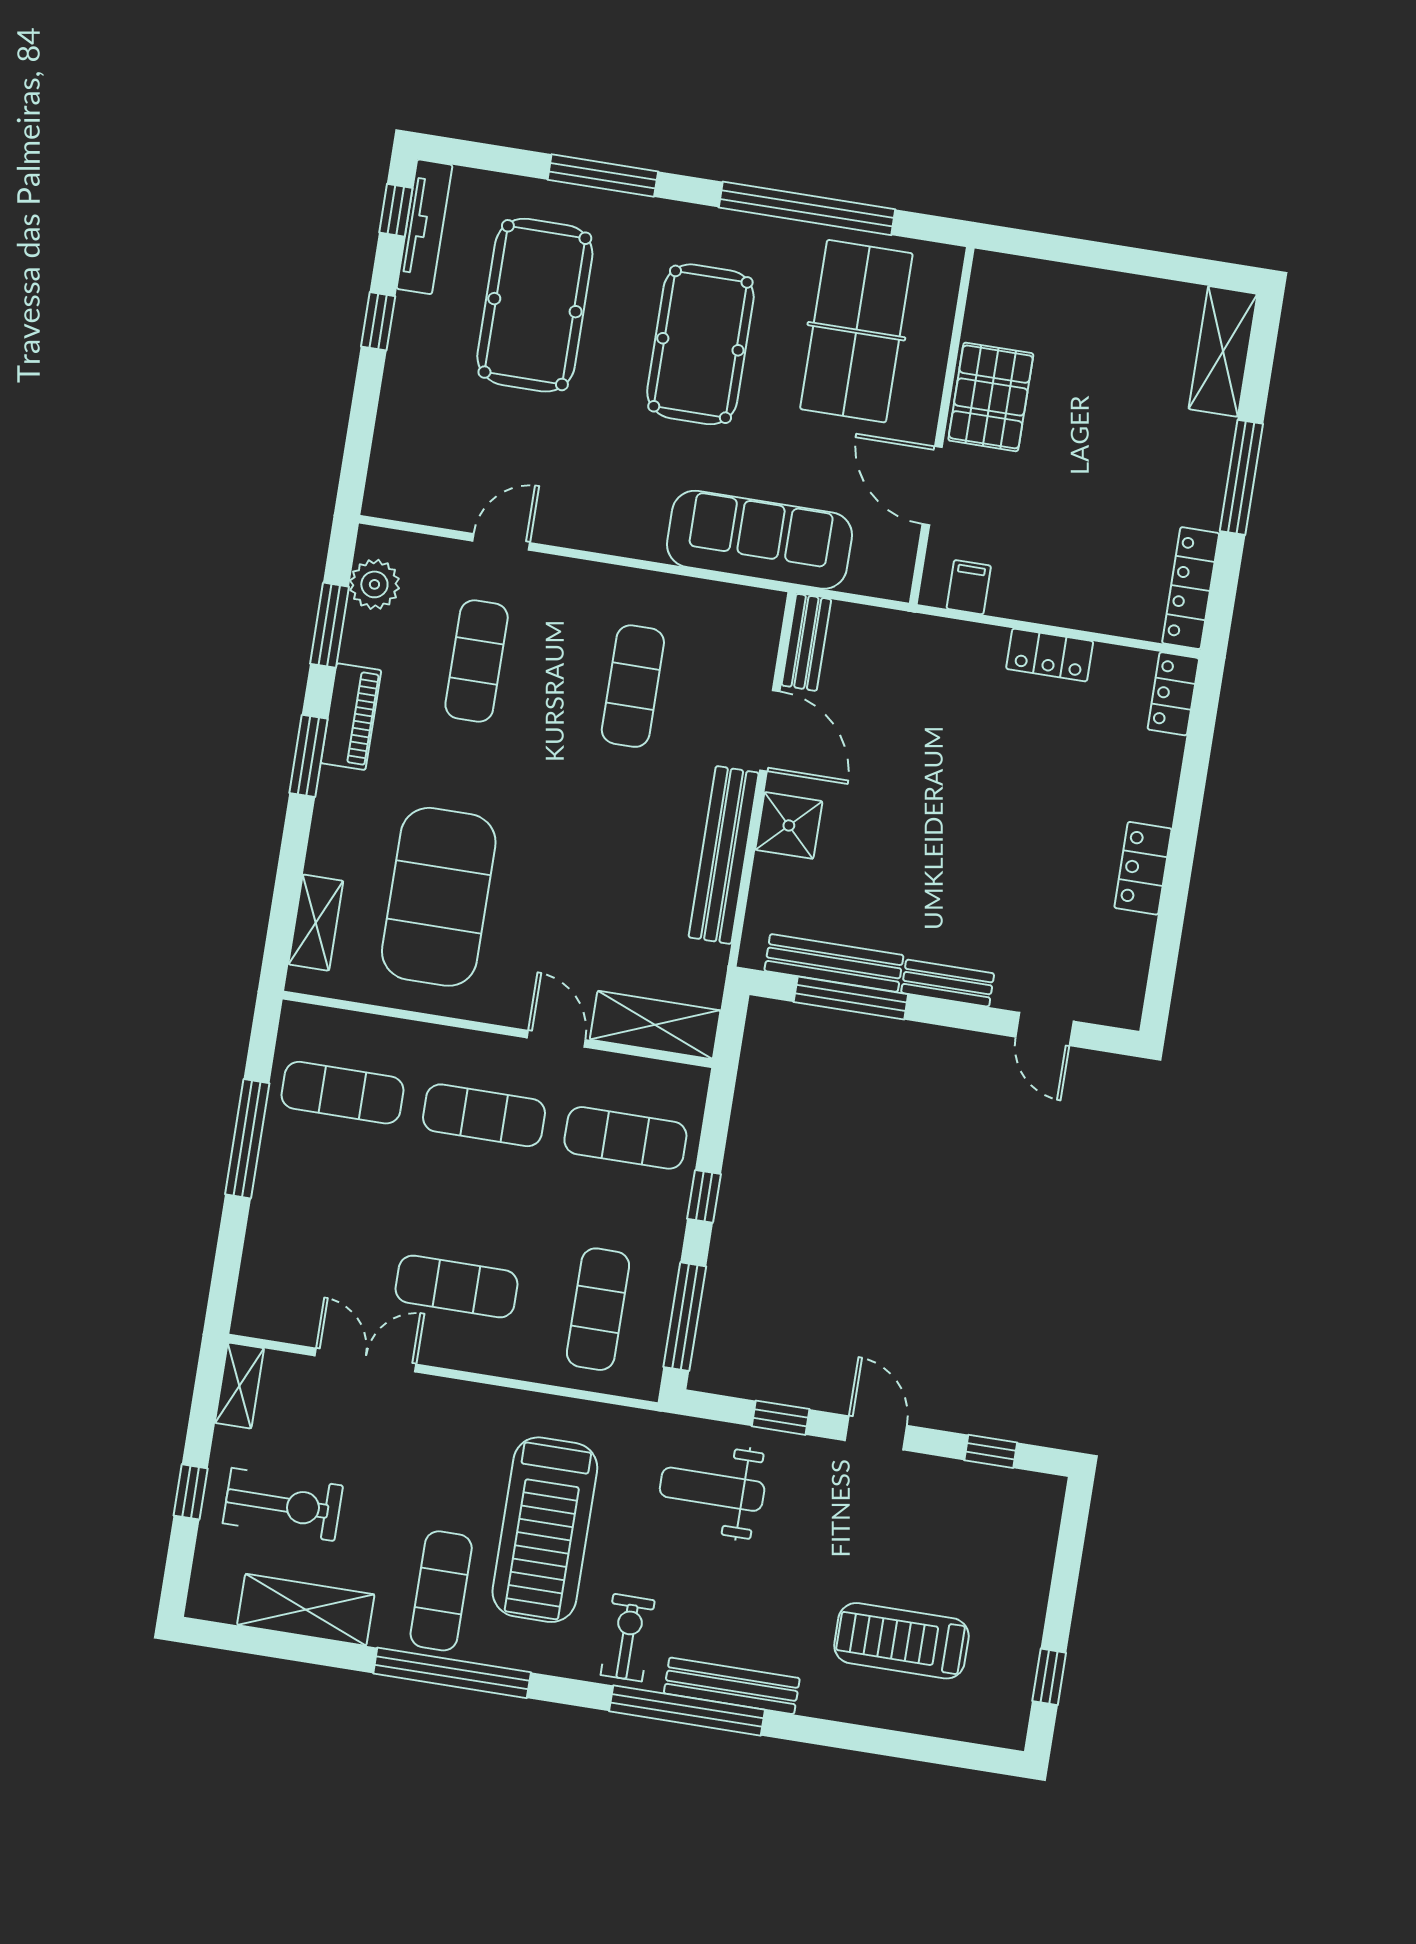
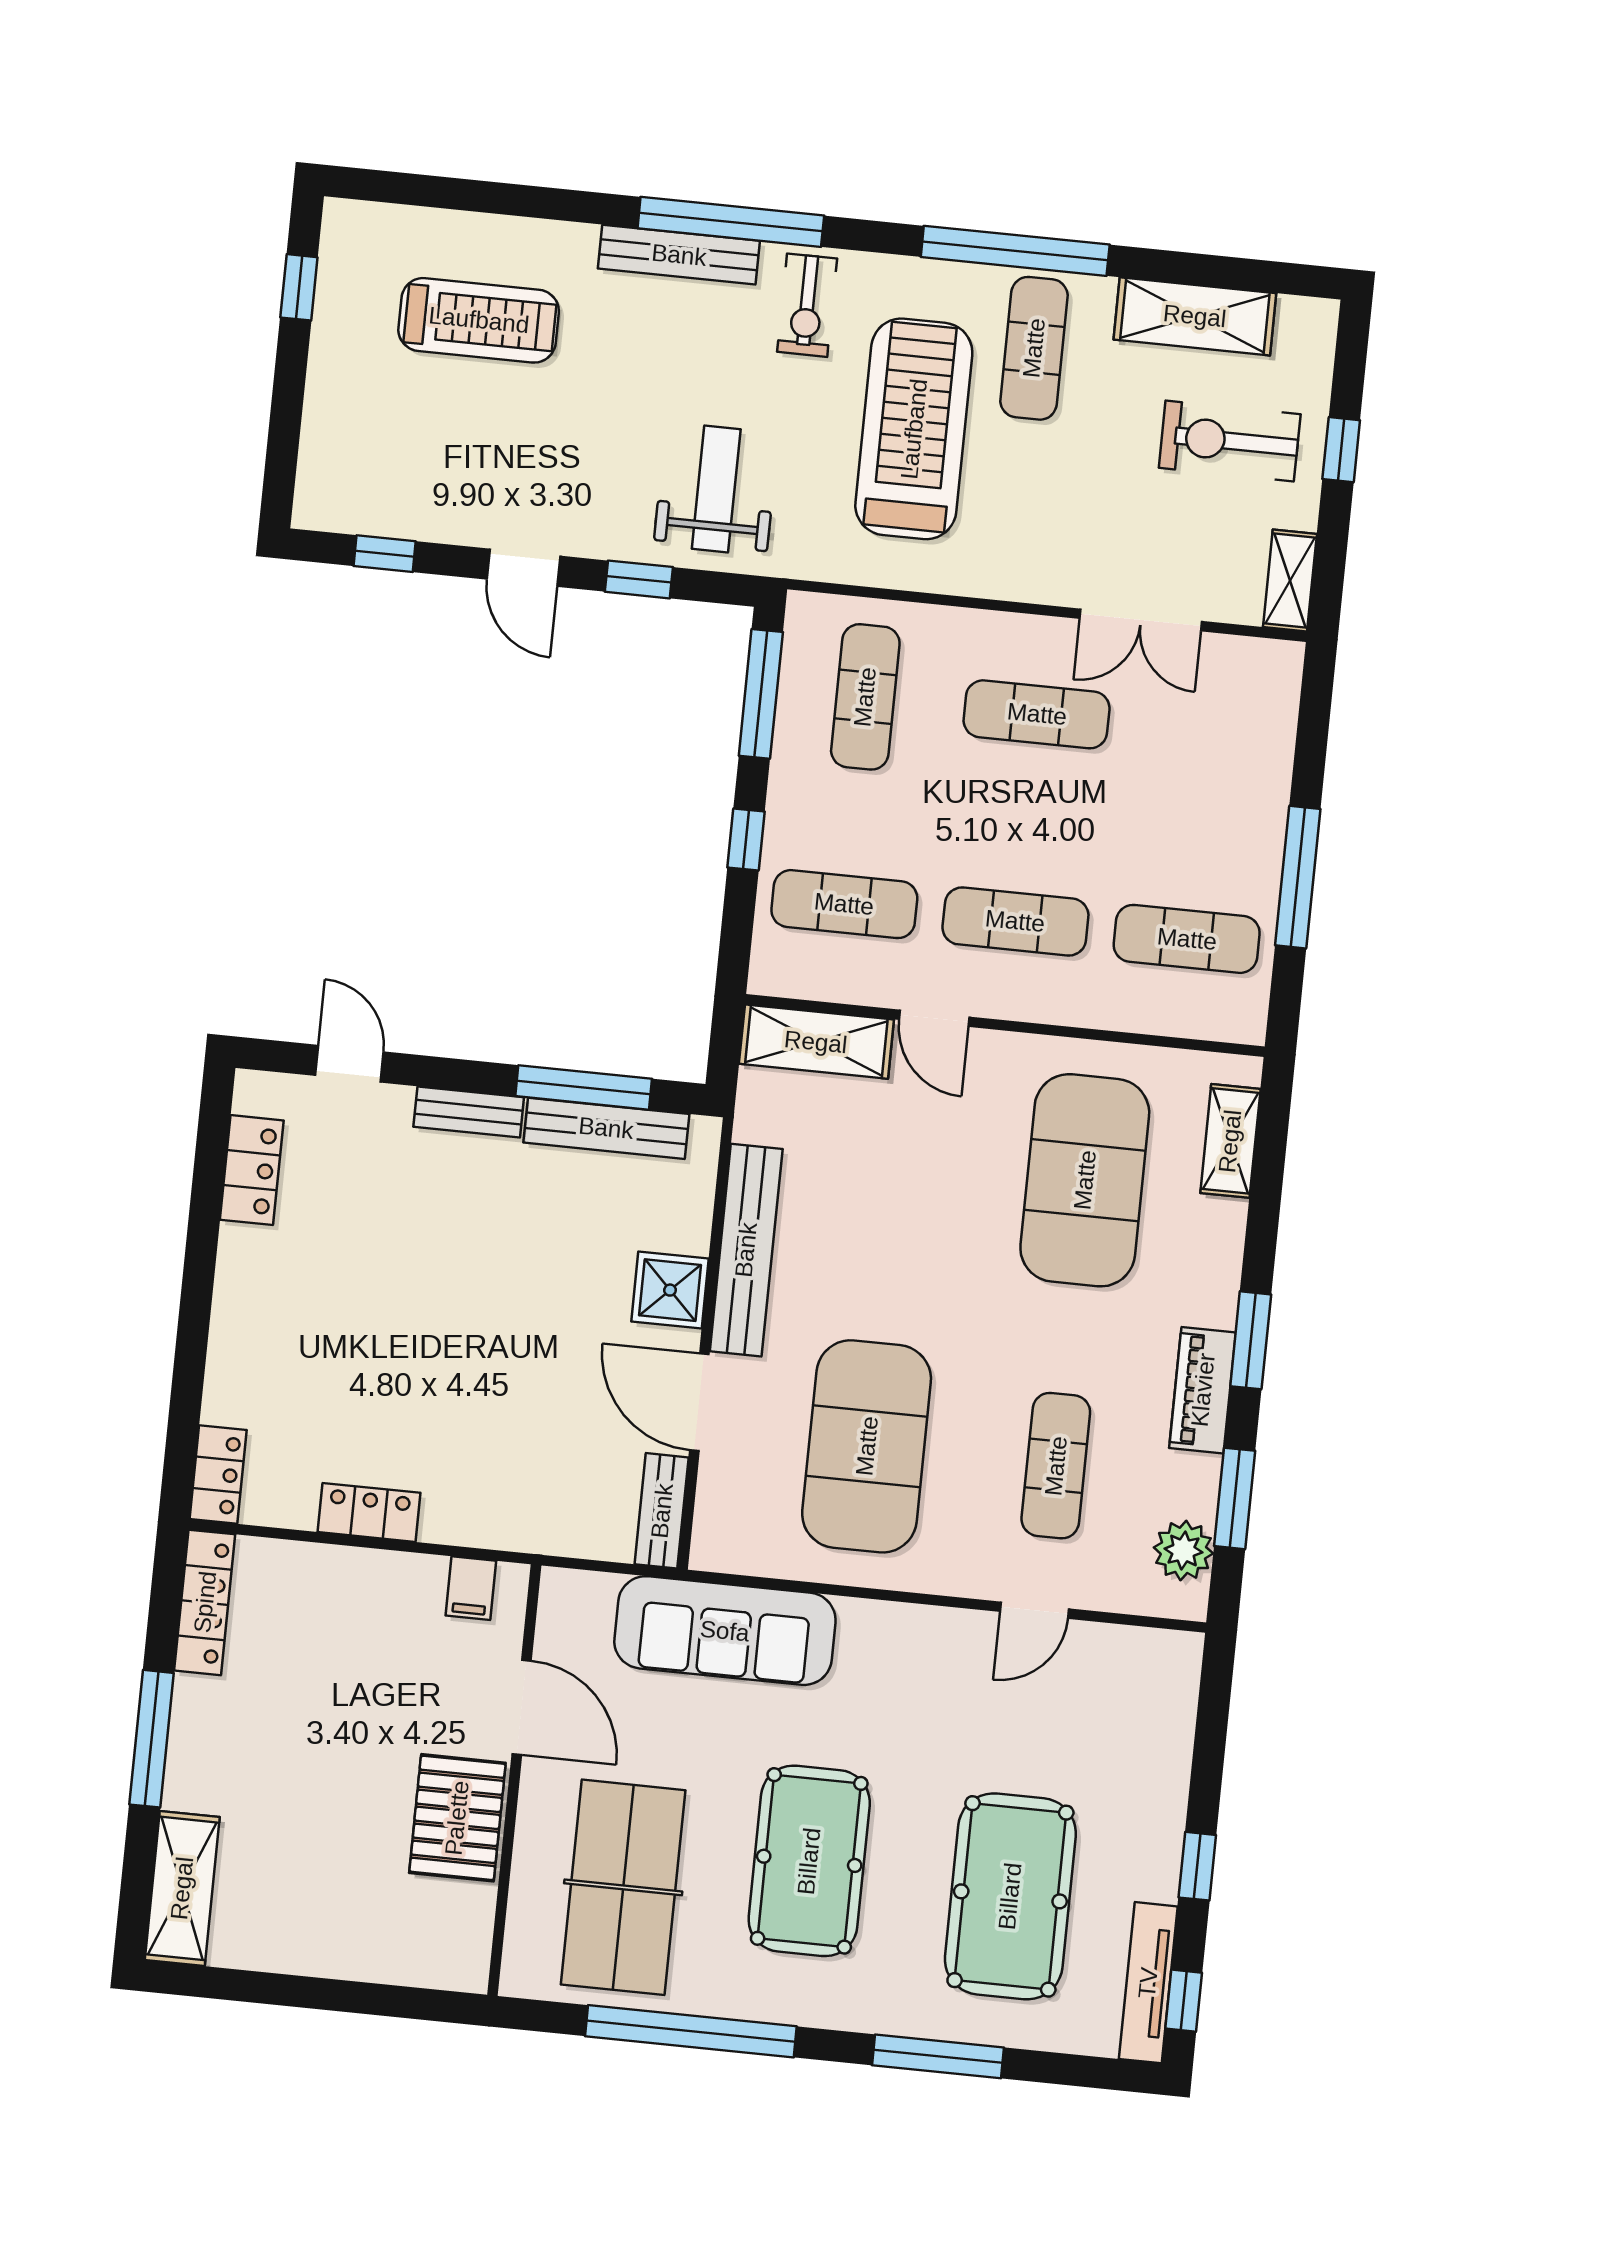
exercise mat: (633, 686) -> (867, 1446), width x2.00, depth x1.45
locker: (1143, 868) -> (252, 1170), moved
weight bench: (712, 1489) -> (716, 489), turned -90

